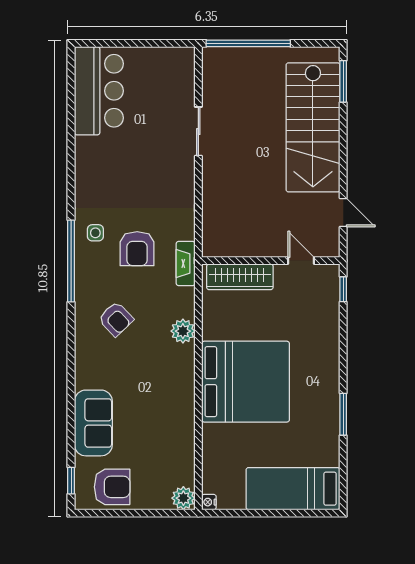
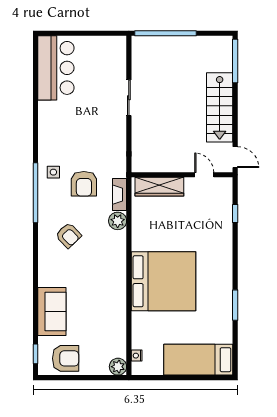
window: (343, 81) -> (235, 61), width x1.44
stairs: (313, 127) -> (220, 107), width x0.73, depth x0.66
wall: (271, 261) -> (182, 175), moved
door: (301, 261) -> (204, 175), moved
wardrobe: (240, 277) -> (159, 187), moved
plant: (183, 331) -> (118, 221), moved
nightstand: (209, 502) -> (137, 356), moved

